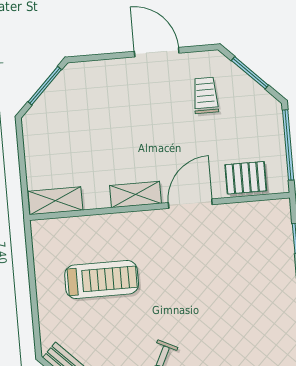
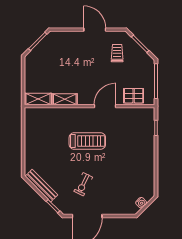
shelving: (135, 195) -> (65, 99), moved
treadmill: (102, 280) -> (87, 141), moved

